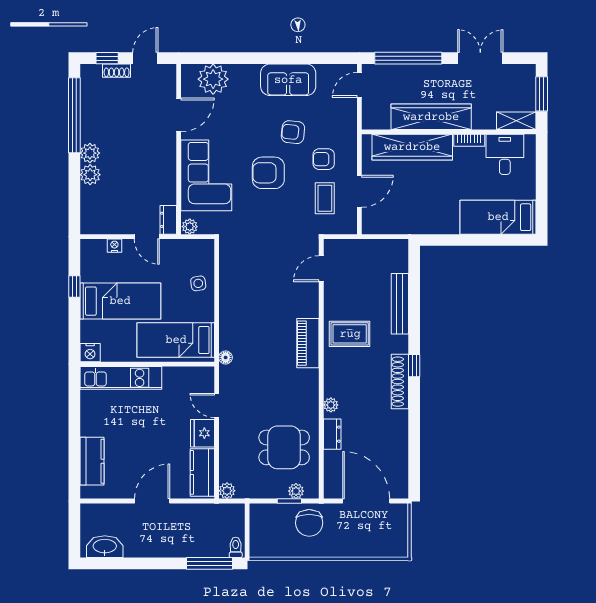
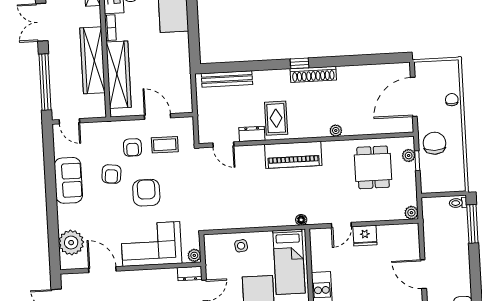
armchair: (268, 173) -> (146, 193), turned 180
bench: (400, 304) -> (227, 79), moved
piano: (308, 343) -> (293, 155), width x1.37, depth x1.33
dresser: (332, 434) -> (252, 134), moved
kitchen counter: (202, 472) -> (397, 234), removed
chair: (309, 523) -> (434, 143), turned -90
chair: (360, 547) -> (452, 100), added

